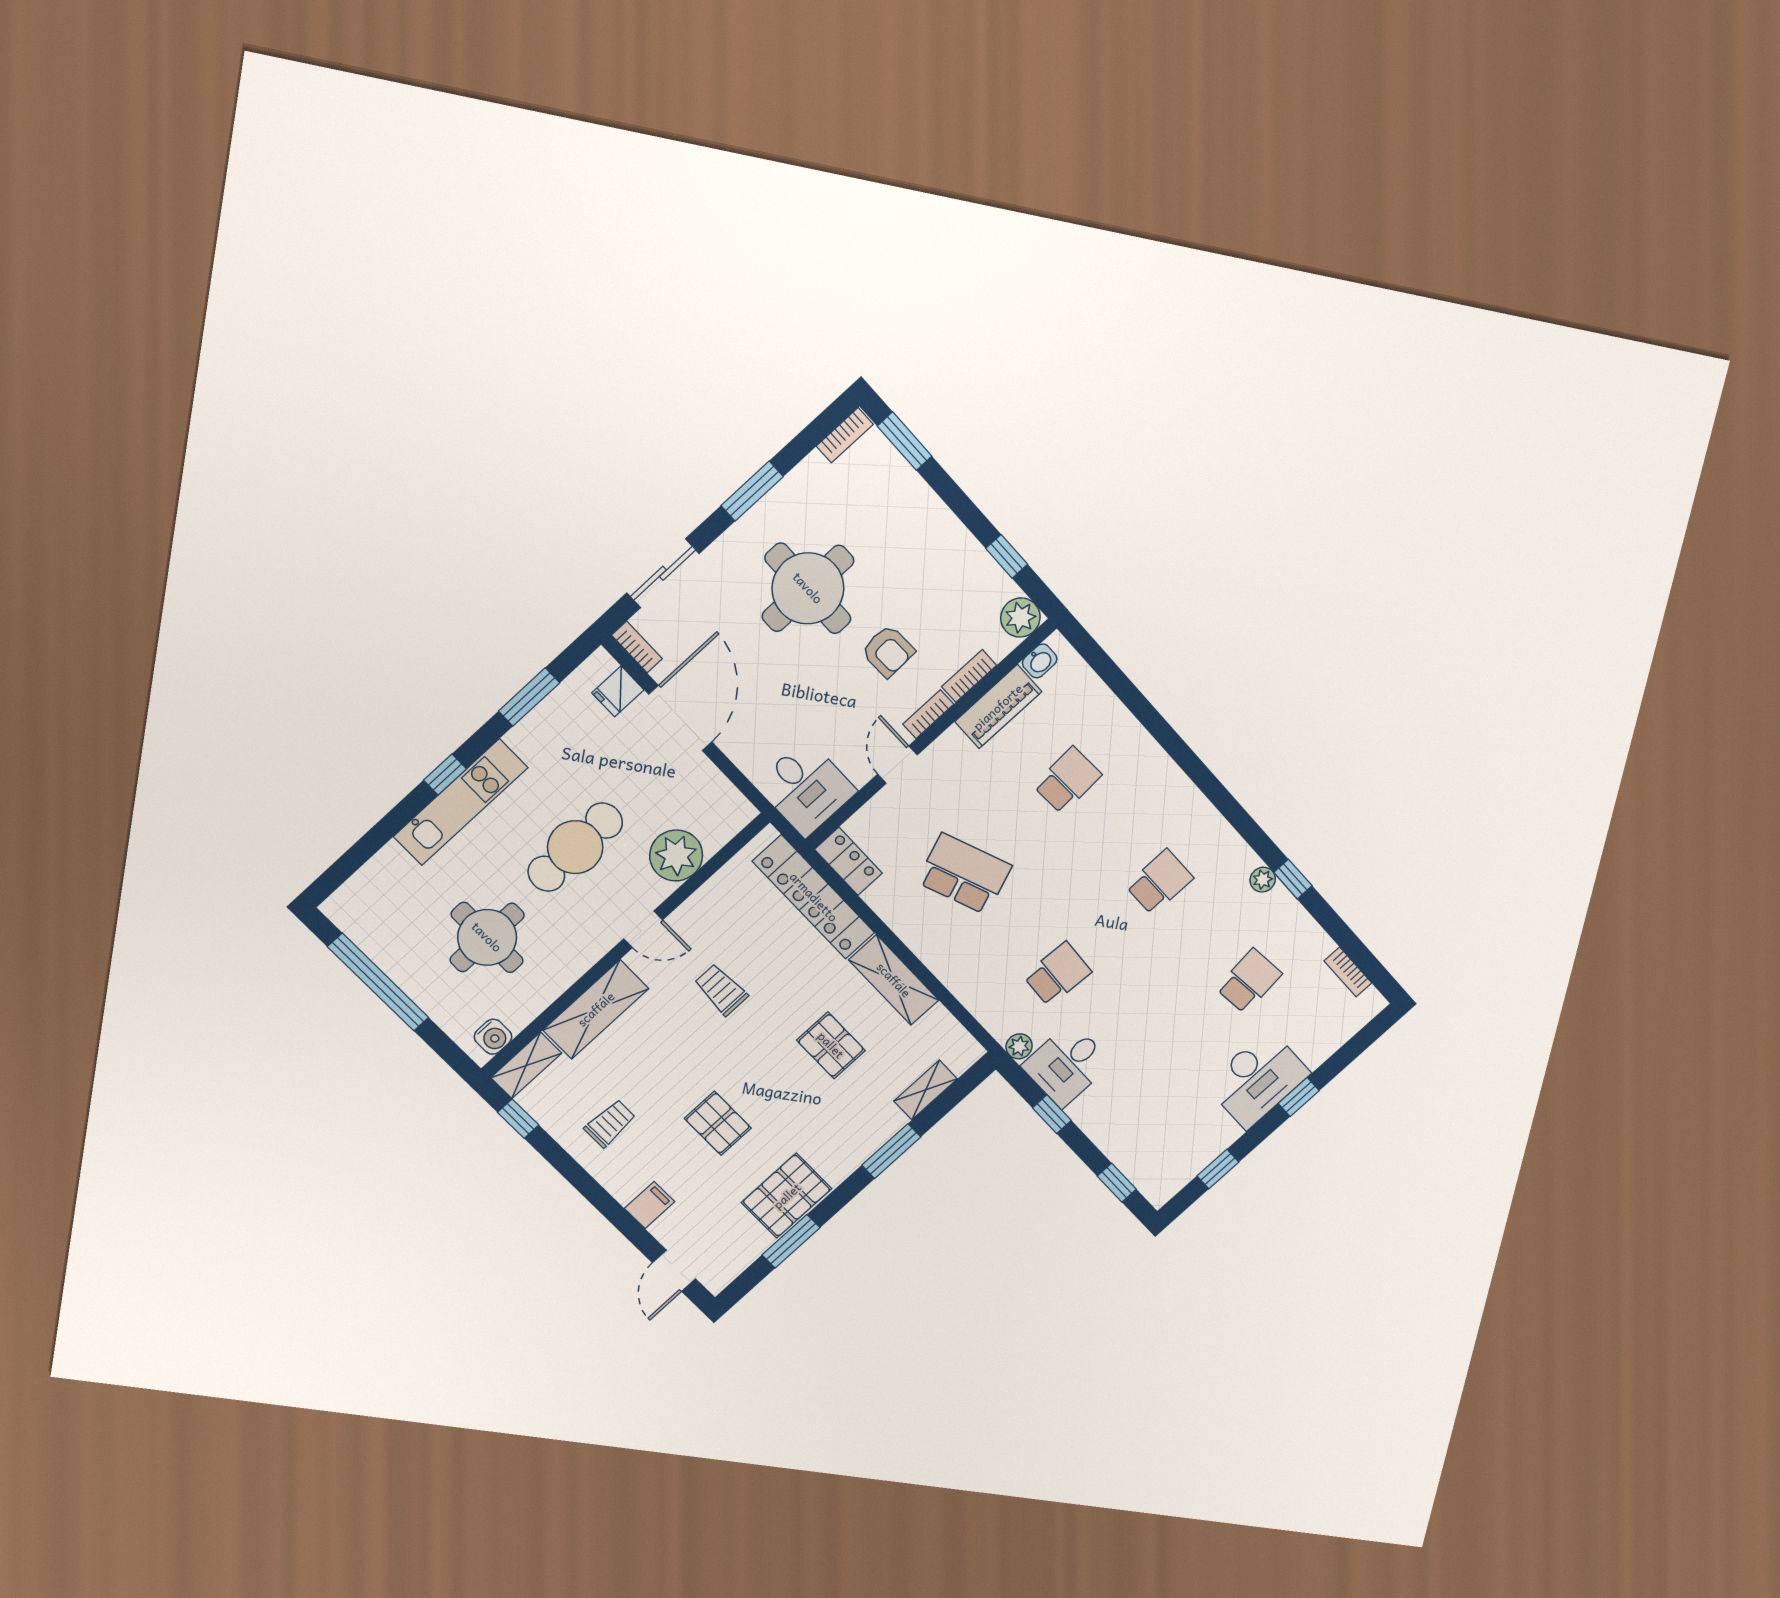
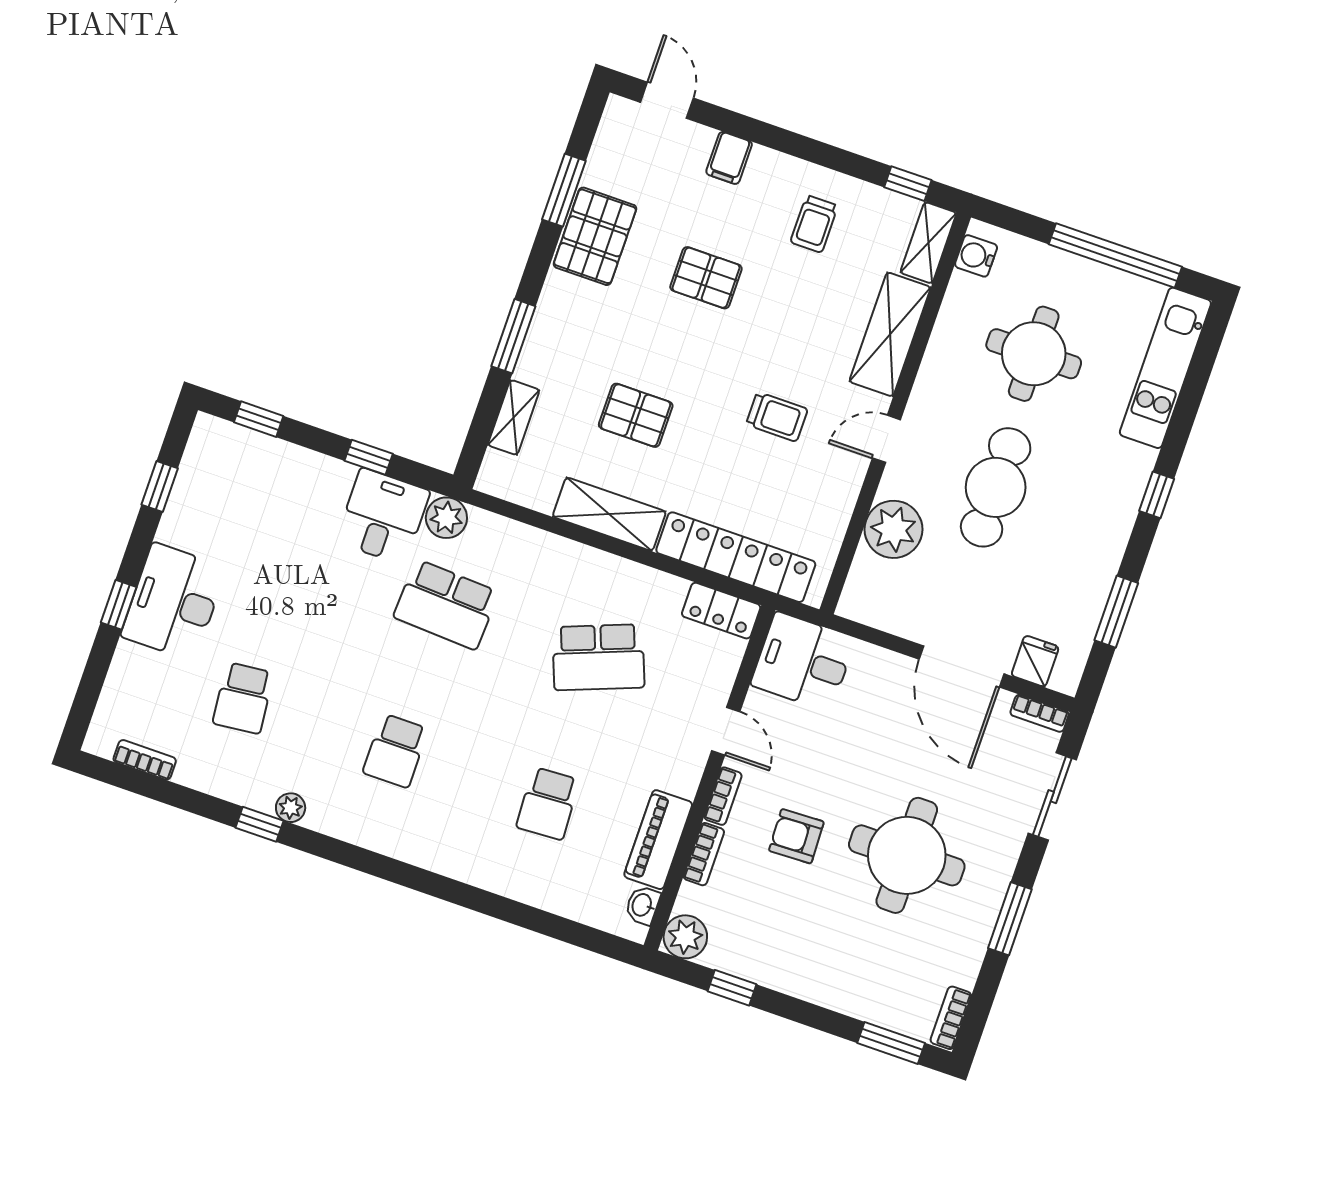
kitchen unit: (461, 802) -> (1165, 368), moved
school desk: (1057, 974) -> (446, 605), width x1.85
plant: (1019, 1046) -> (446, 518), width x1.38, depth x1.38

